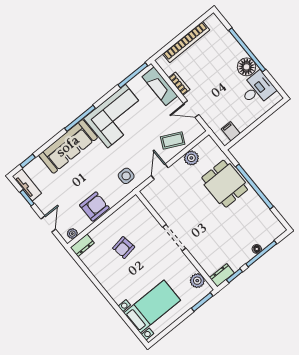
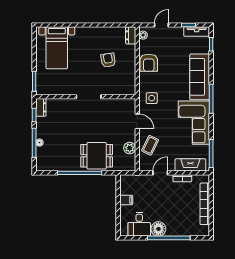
filing cabinet: (231, 131) -> (126, 200), moved
door: (48, 224) -> (161, 25), swing flipped
plant: (197, 281) -> (50, 89), removed

